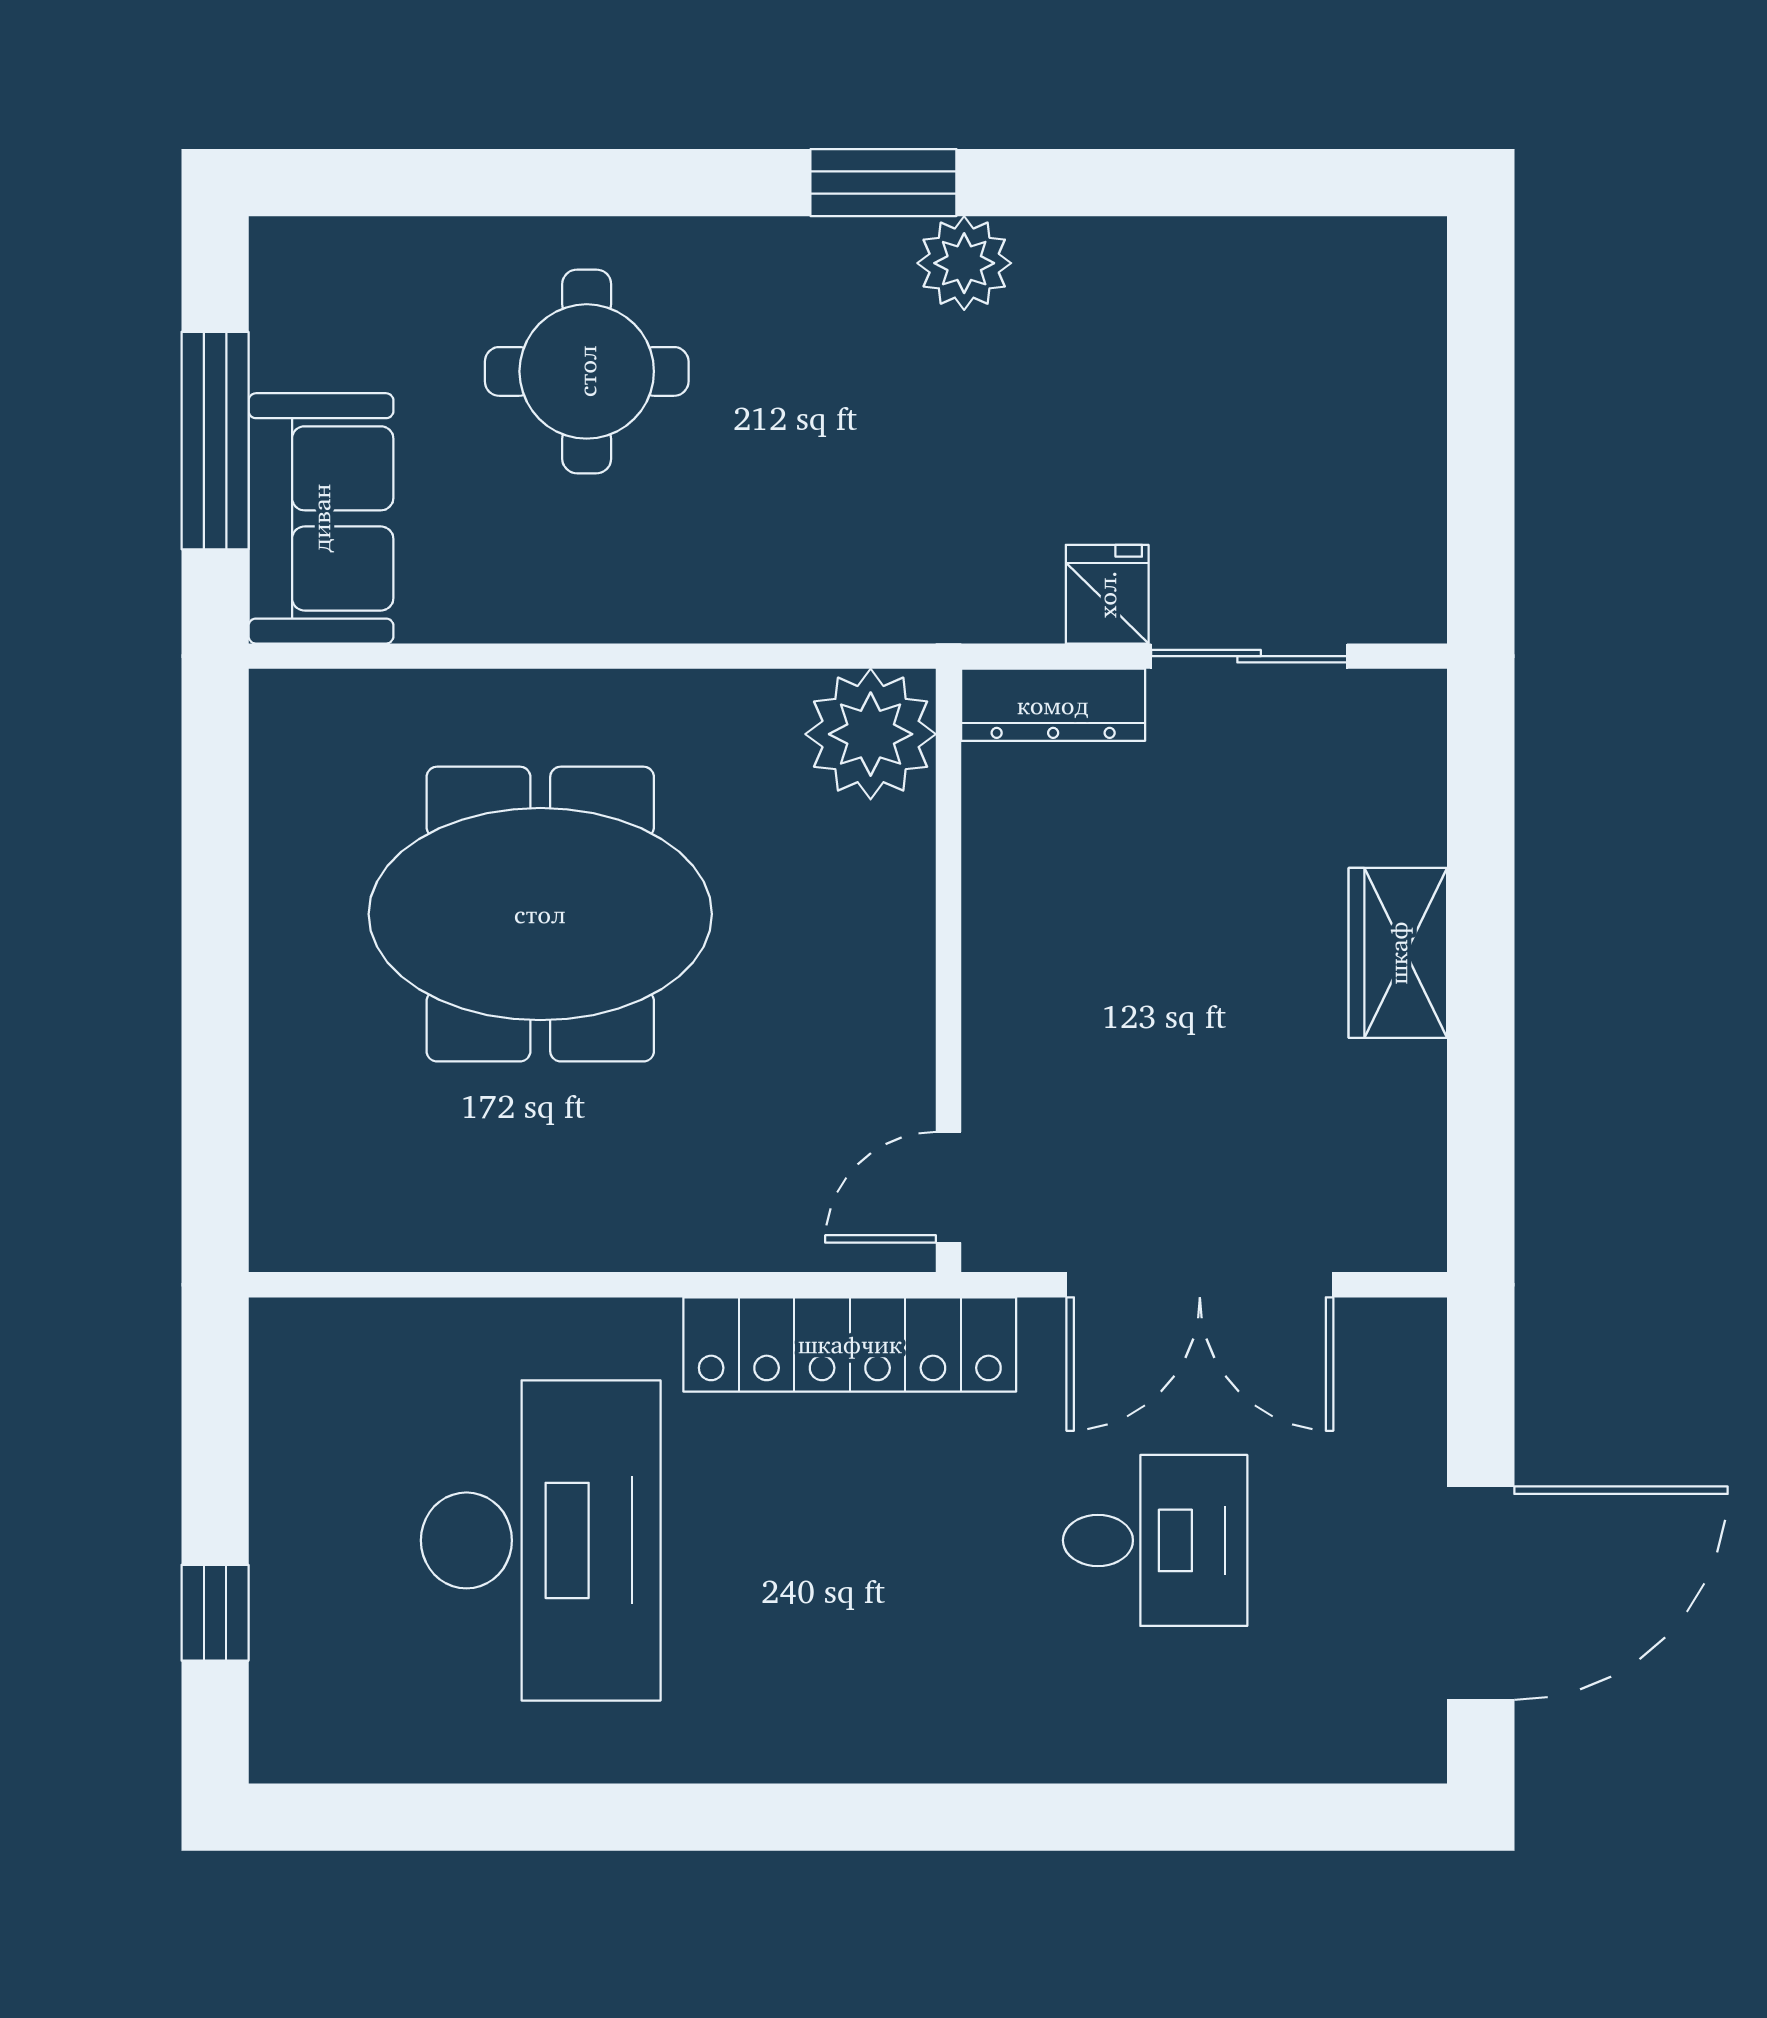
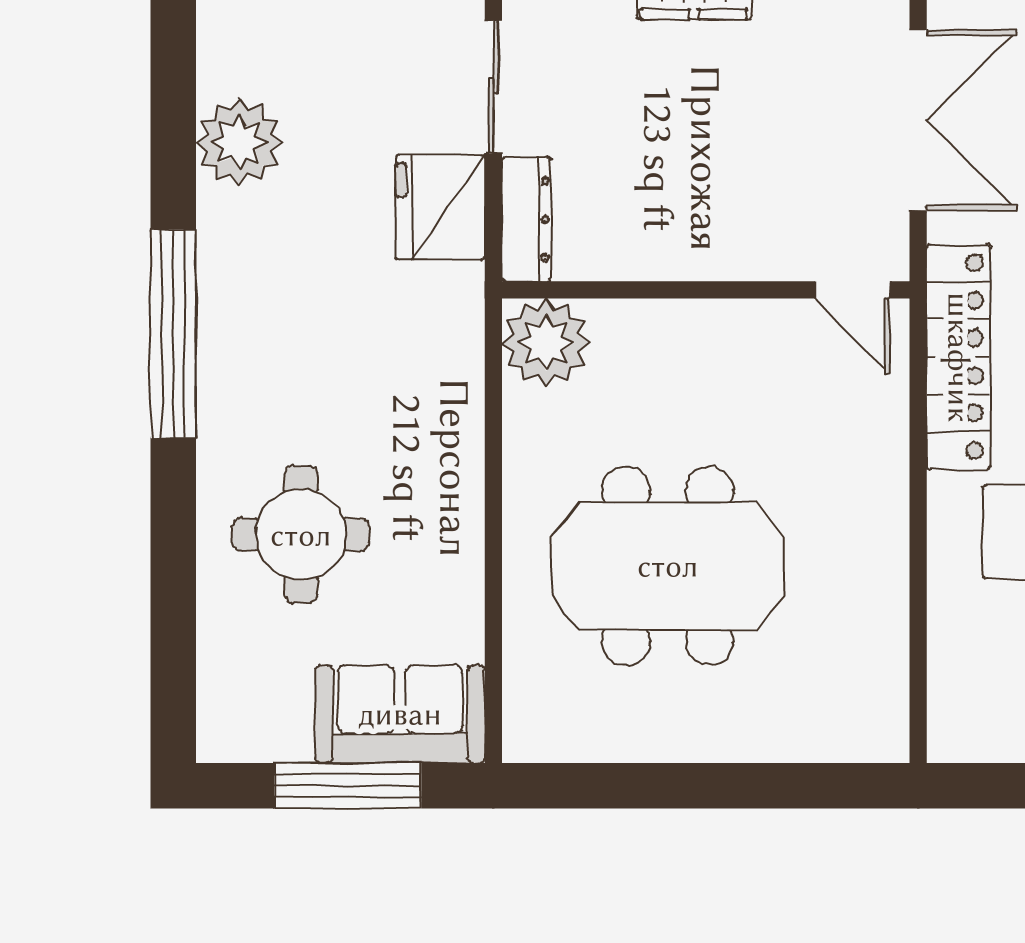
window: (883, 183) -> (173, 334), width x2.11
plant: (964, 263) -> (239, 142), moved, width x1.36, depth x1.36
fridge: (1107, 594) -> (440, 207), width x1.88, depth x1.34
meeting table: (540, 914) -> (668, 566), turned 90

